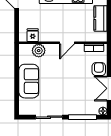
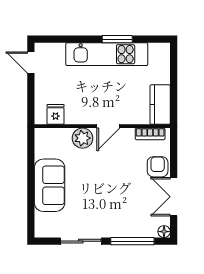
kitchen counter: (100, 18) -> (160, 105), moved
plant: (39, 51) -> (83, 138), moved

